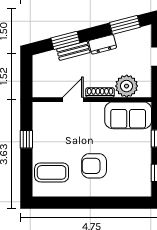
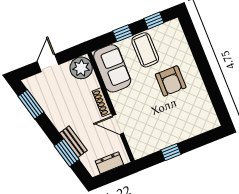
dresser: (102, 44) -> (109, 163), moved, turned -75
plant: (127, 86) -> (81, 68), moved
coffee table: (52, 172) -> (145, 50), moved

